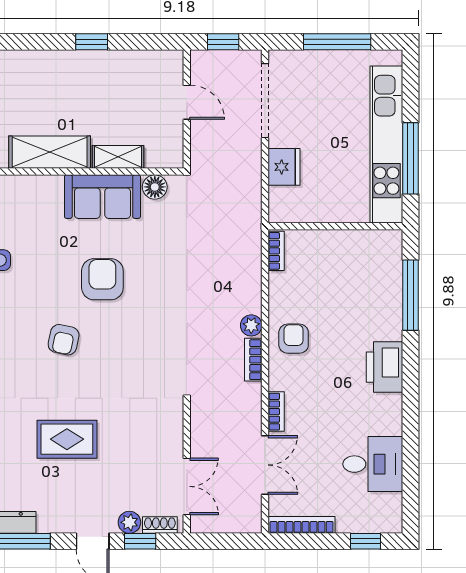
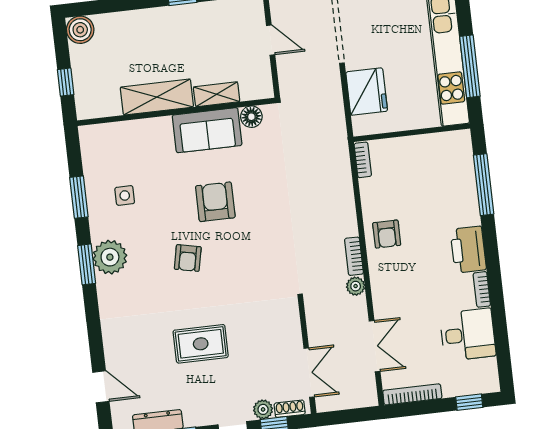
fridge: (284, 167) -> (367, 92), width x1.36, depth x1.34
plant: (251, 325) -> (356, 286), moved
armchair: (294, 339) -> (387, 234), turned 180
bookcase: (276, 412) -> (482, 289), moved, turned 180

